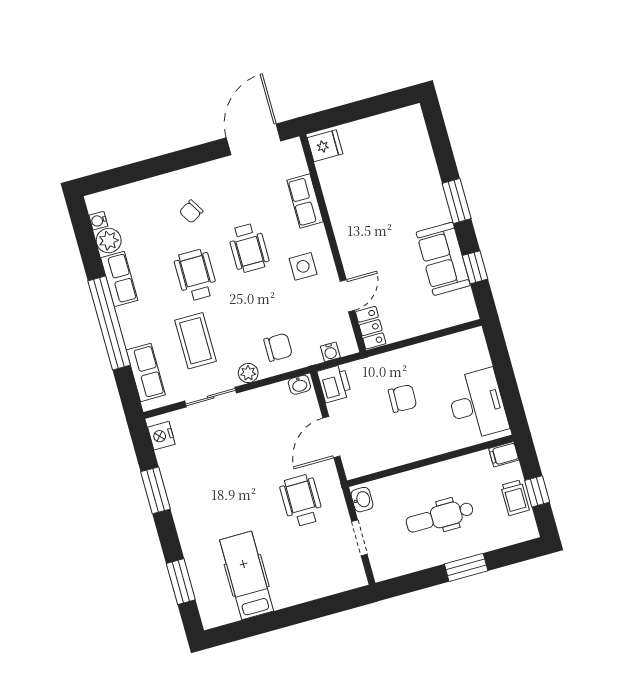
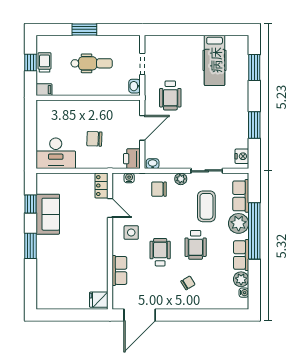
door: (347, 296) -> (110, 208), swing flipped
plant: (137, 328) -> (239, 223), added
desk: (477, 404) -> (56, 153), moved, turned -90

